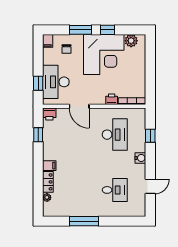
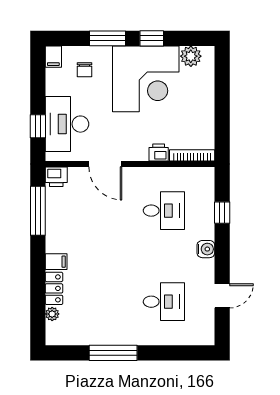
window: (38, 135) -> (38, 211), width x2.17
desk: (115, 135) -> (164, 211), width x0.73

